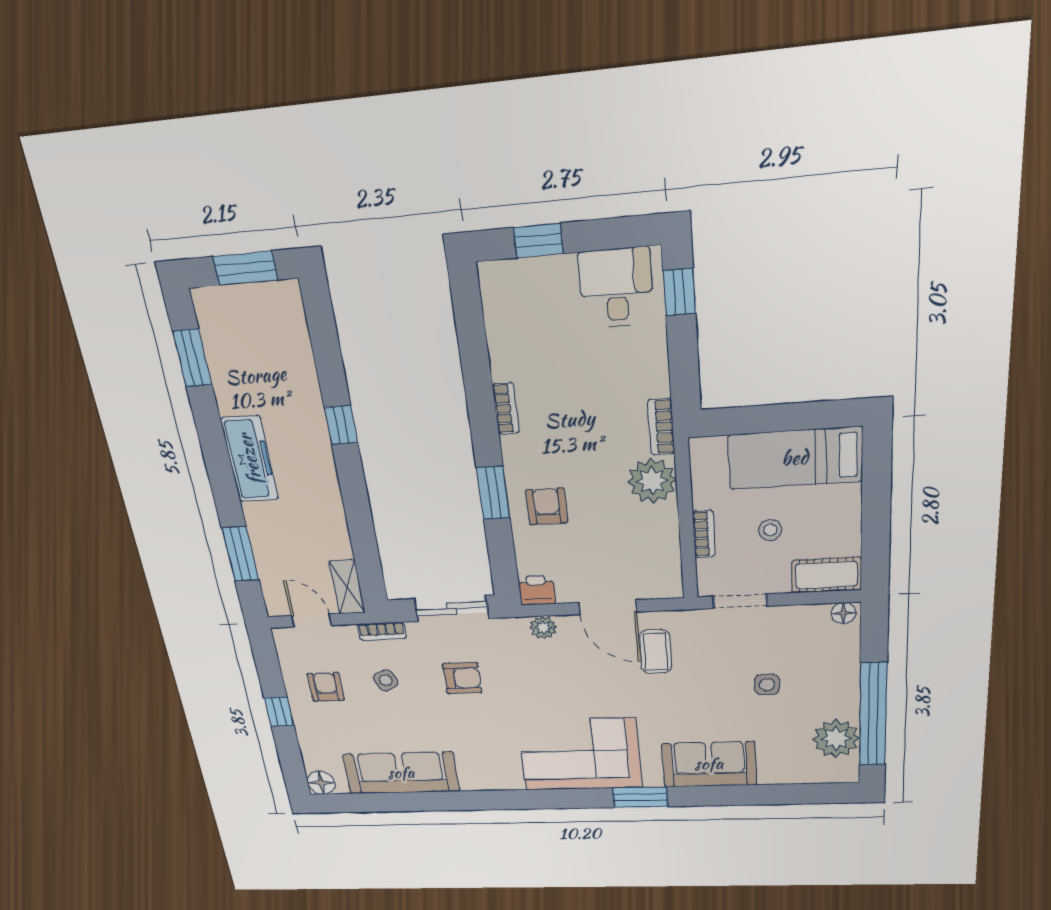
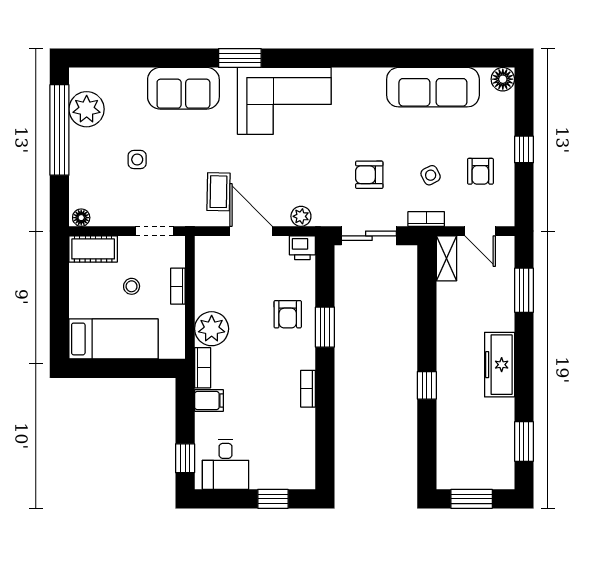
filing cabinet: (649, 381) -> (209, 401), added

